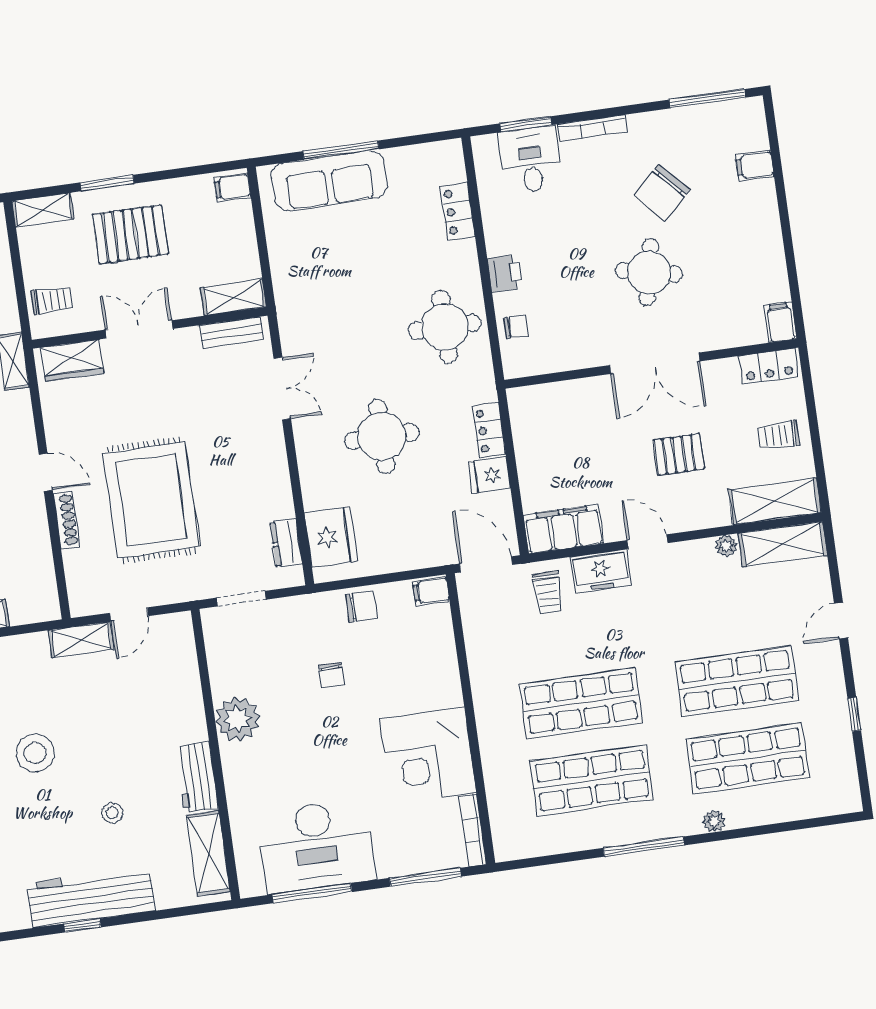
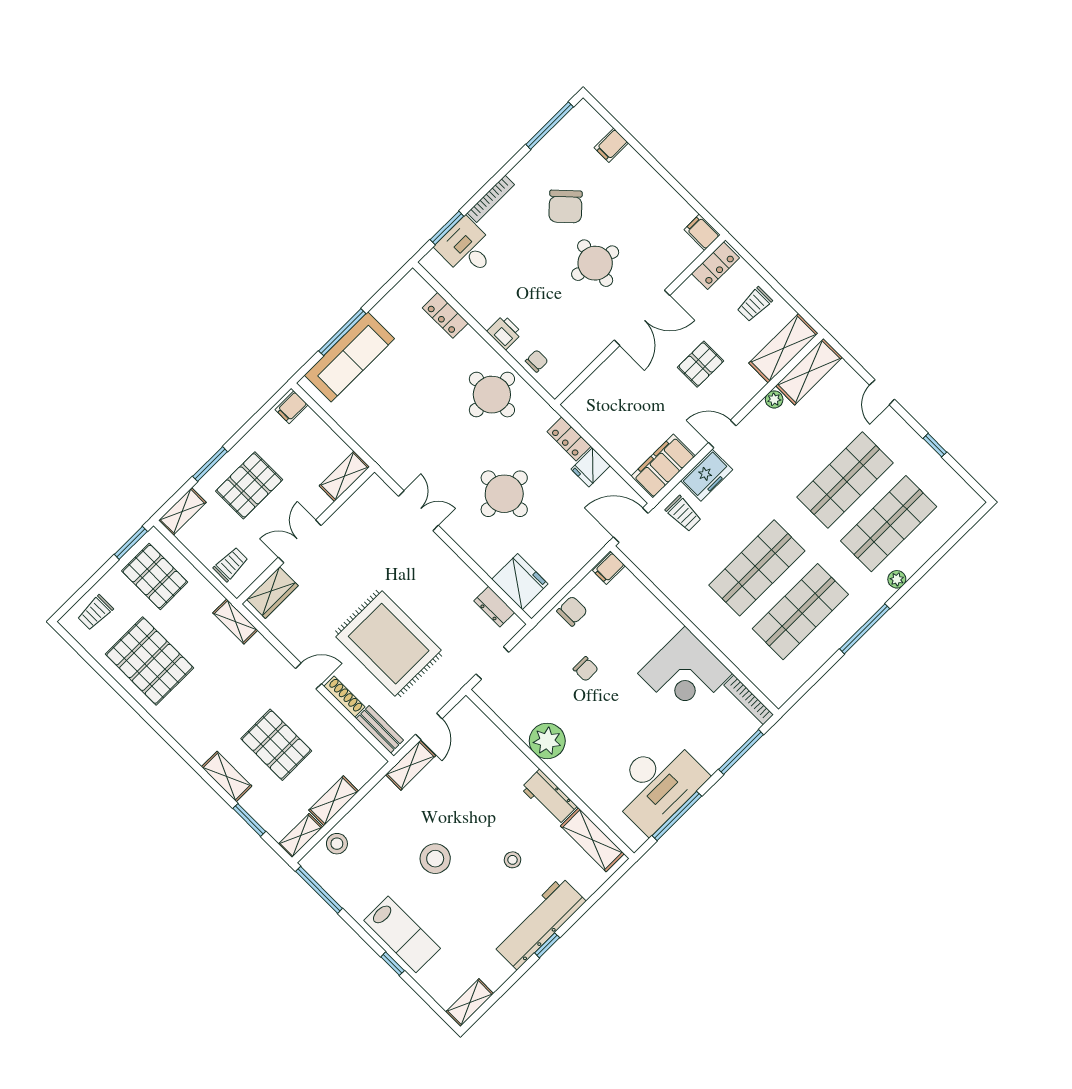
bench: (232, 333) -> (380, 729), moved, turned 90

